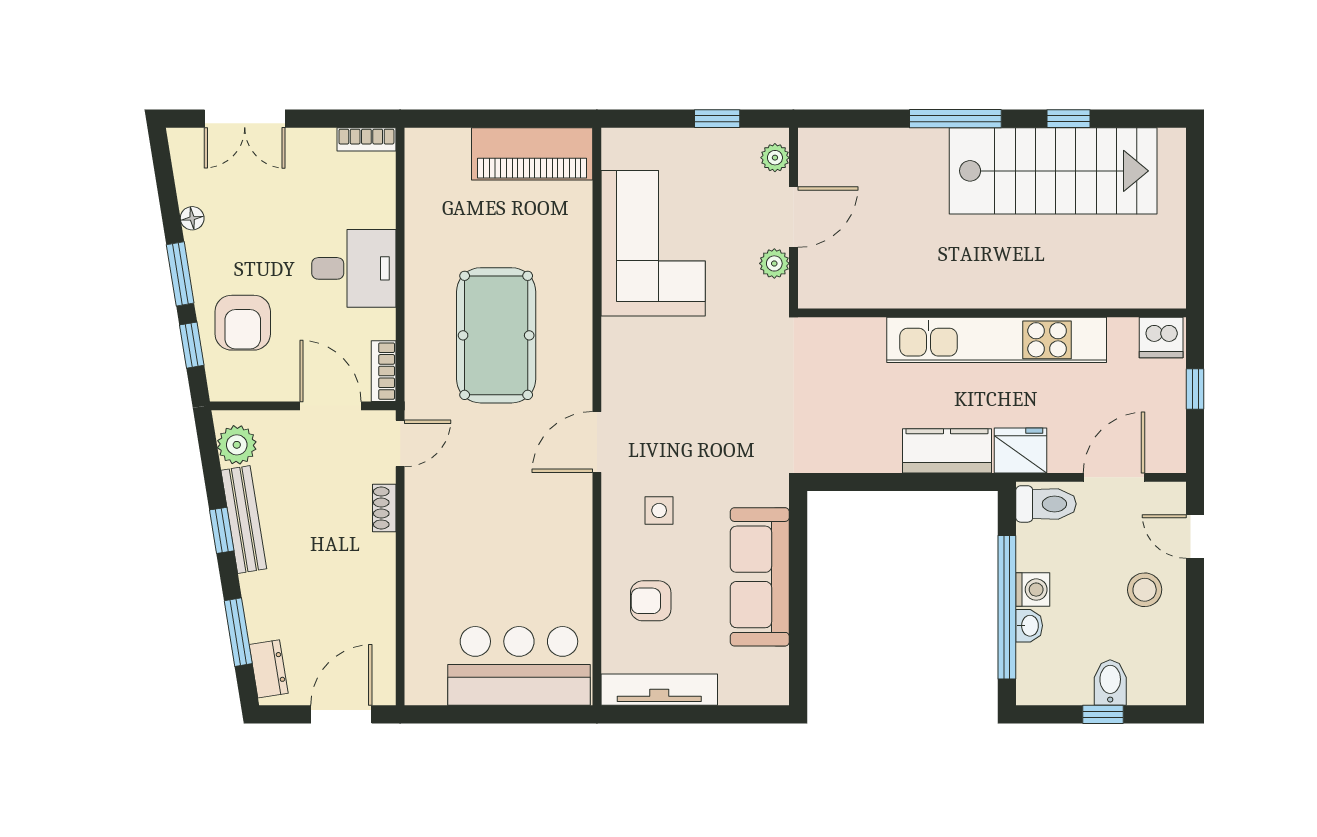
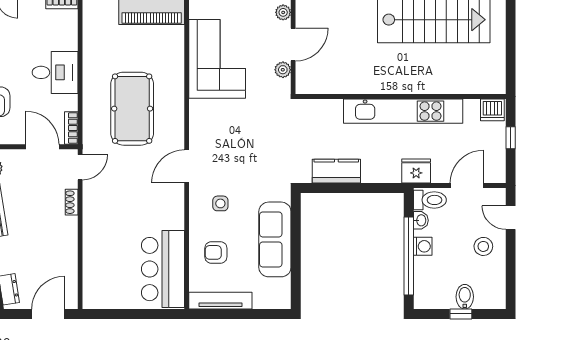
kitchen counter: (947, 451) -> (336, 171), moved
washbasin: (1029, 626) -> (421, 220), moved
bar counter: (519, 666) -> (163, 269), moved, turned -90

